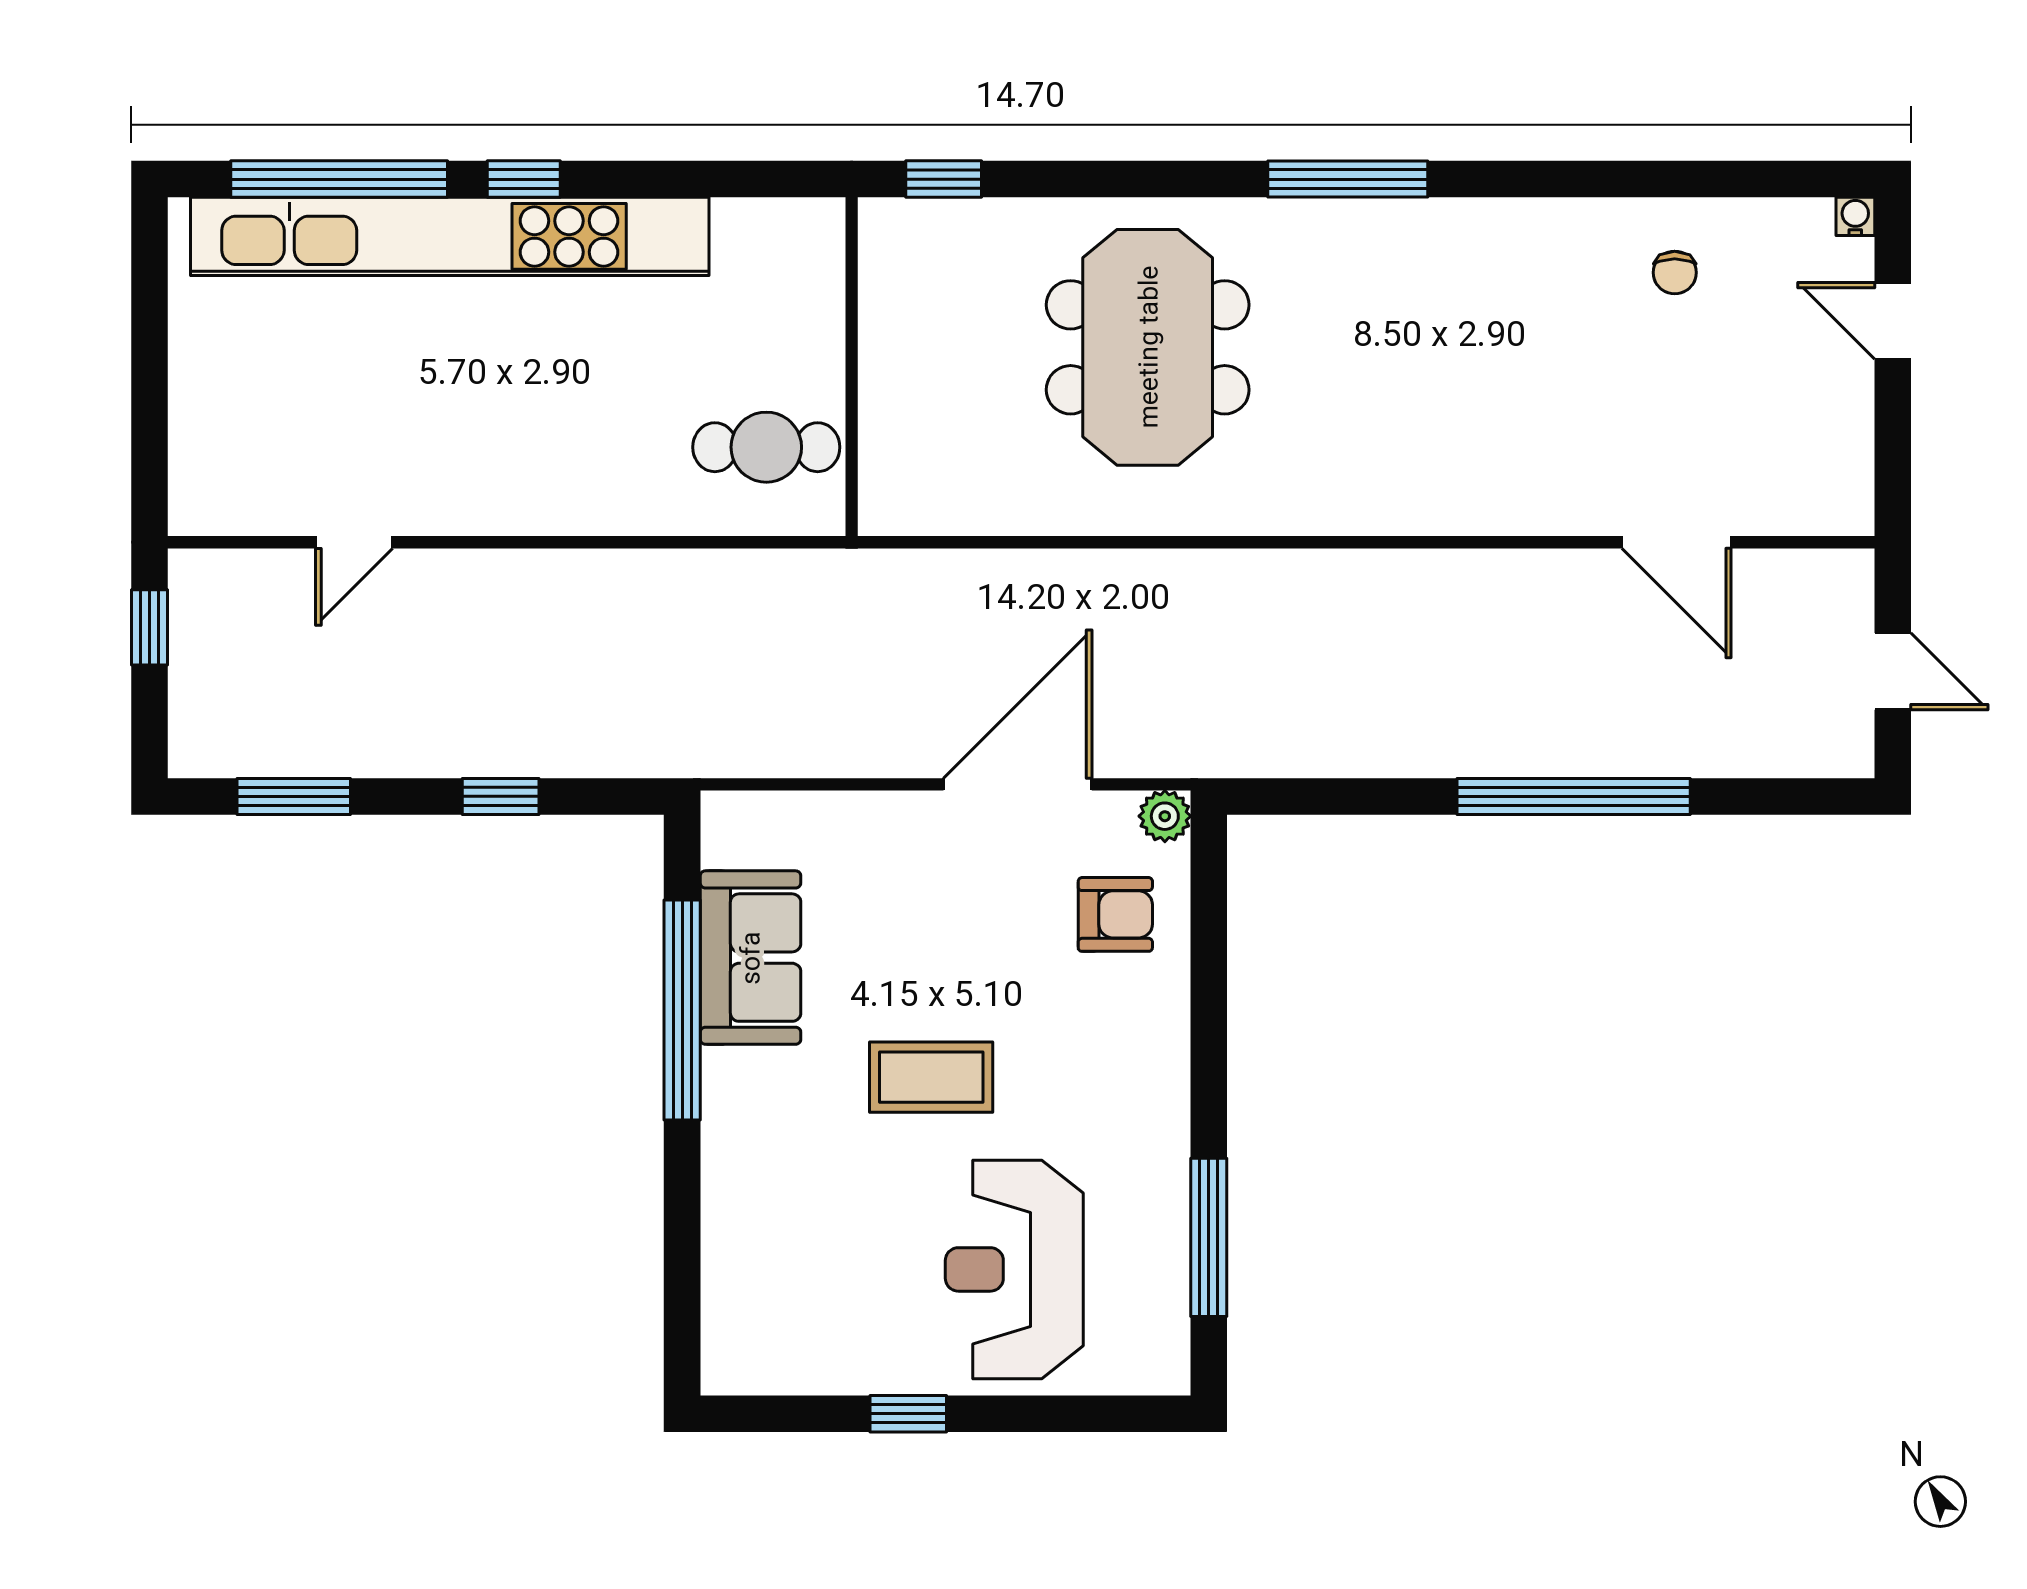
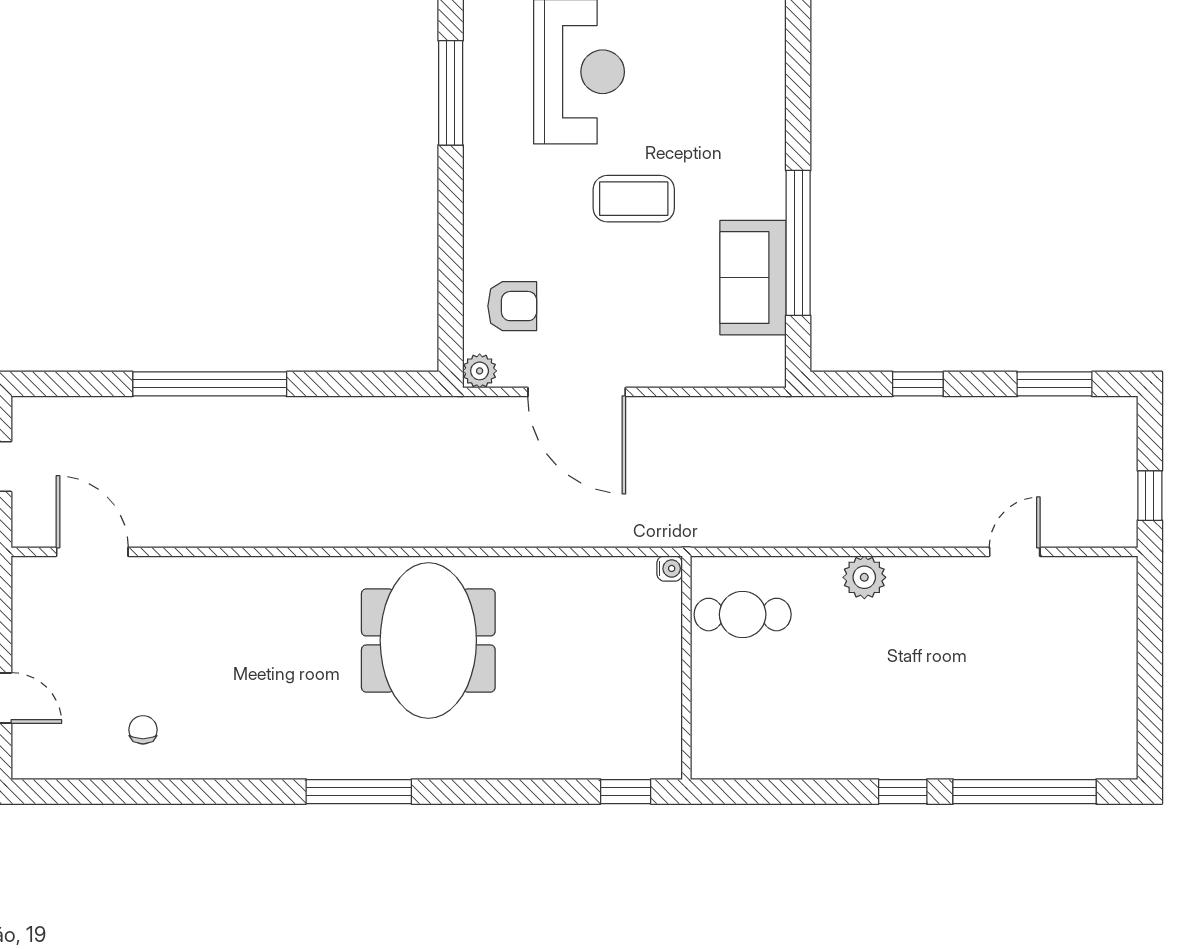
water cooler: (1855, 216) -> (670, 568), moved, turned -90
kitchen unit: (450, 236) -> (952, 754), removed
meeting table: (1148, 347) -> (428, 640), moved
plant: (582, 504) -> (864, 577), added
door: (1677, 542) -> (92, 552), moved
door: (1018, 784) -> (577, 392), hinge flipped
armchair: (1115, 914) -> (512, 306), turned 180

